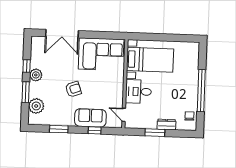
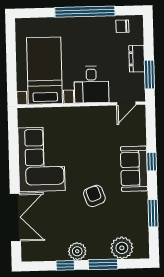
bed with nightstands: (150, 60) -> (45, 71), moved
wall: (125, 84) -> (81, 105), moved
desk: (138, 92) -> (91, 84), moved
door: (124, 115) -> (126, 104), moved

